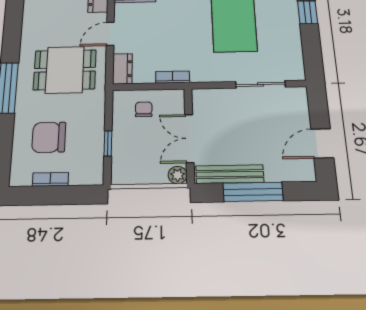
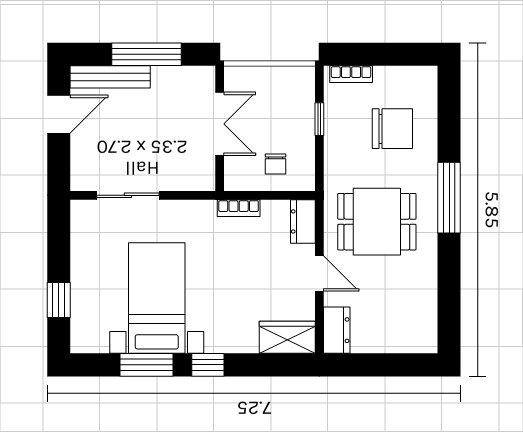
door: (110, 34) -> (319, 274), hinge flipped
bench: (230, 174) -> (110, 77), moved
plant: (178, 175) -> (235, 77), removed
bookcase: (50, 179) -> (351, 74), moved

